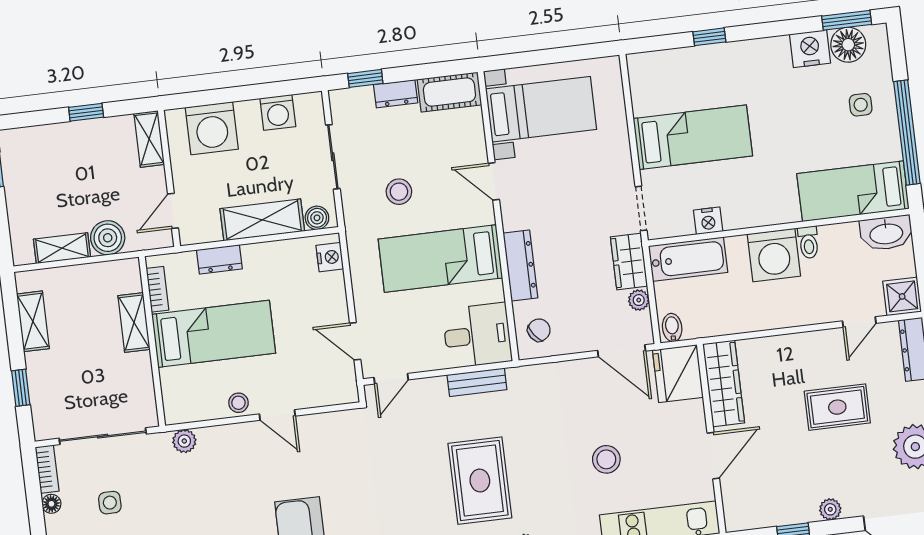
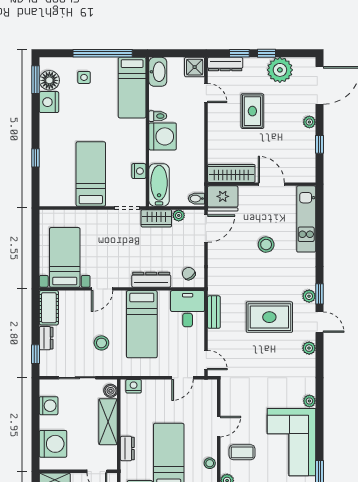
stool: (238, 403) -> (210, 463), moved
coffee table: (237, 461) -> (242, 452), added

